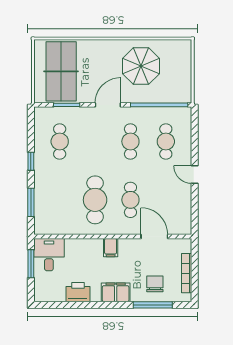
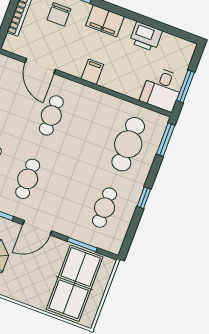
cafe table: (95, 200) -> (128, 144), moved
window: (31, 202) -> (166, 140), moved

